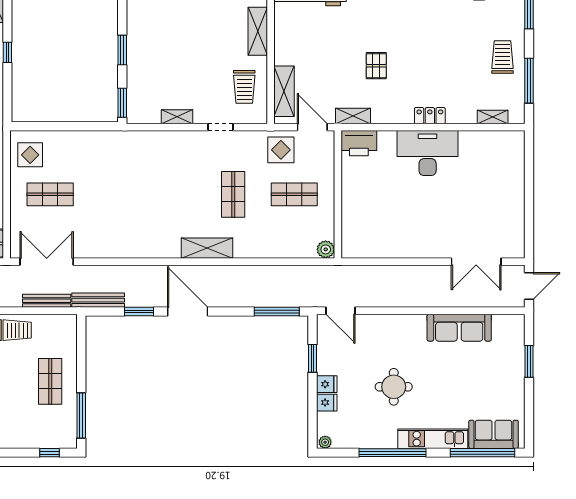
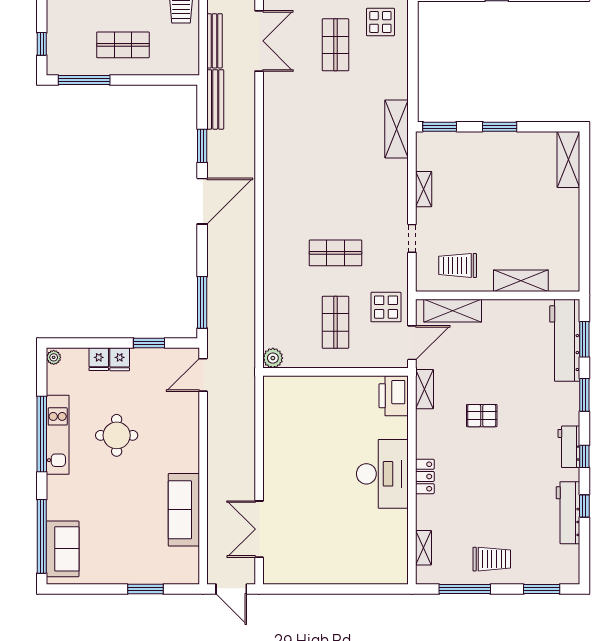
shelving: (207, 248) -> (397, 129), moved
kitchen unit: (433, 439) -> (58, 435), moved

